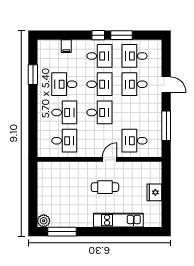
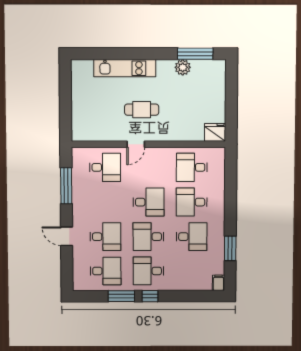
filing cabinet: (66, 46) -> (218, 283), moved
desk: (99, 112) -> (148, 202), turned 180
fridge: (154, 192) -> (215, 132), moved, turned -90
plant: (44, 221) -> (183, 67), moved

